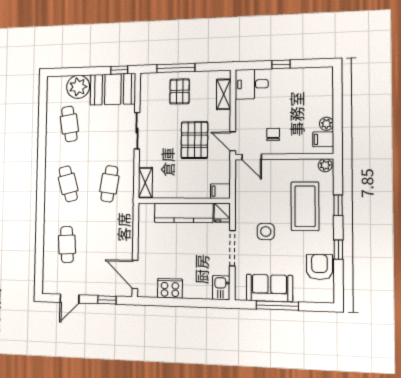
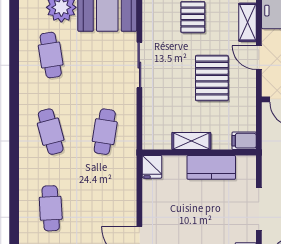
door: (233, 141) -> (259, 58), moved
shelving: (145, 183) -> (191, 141), moved, turned 90
kitchen counter: (184, 213) -> (211, 167), width x0.67
fridge: (222, 213) -> (152, 167), moved

